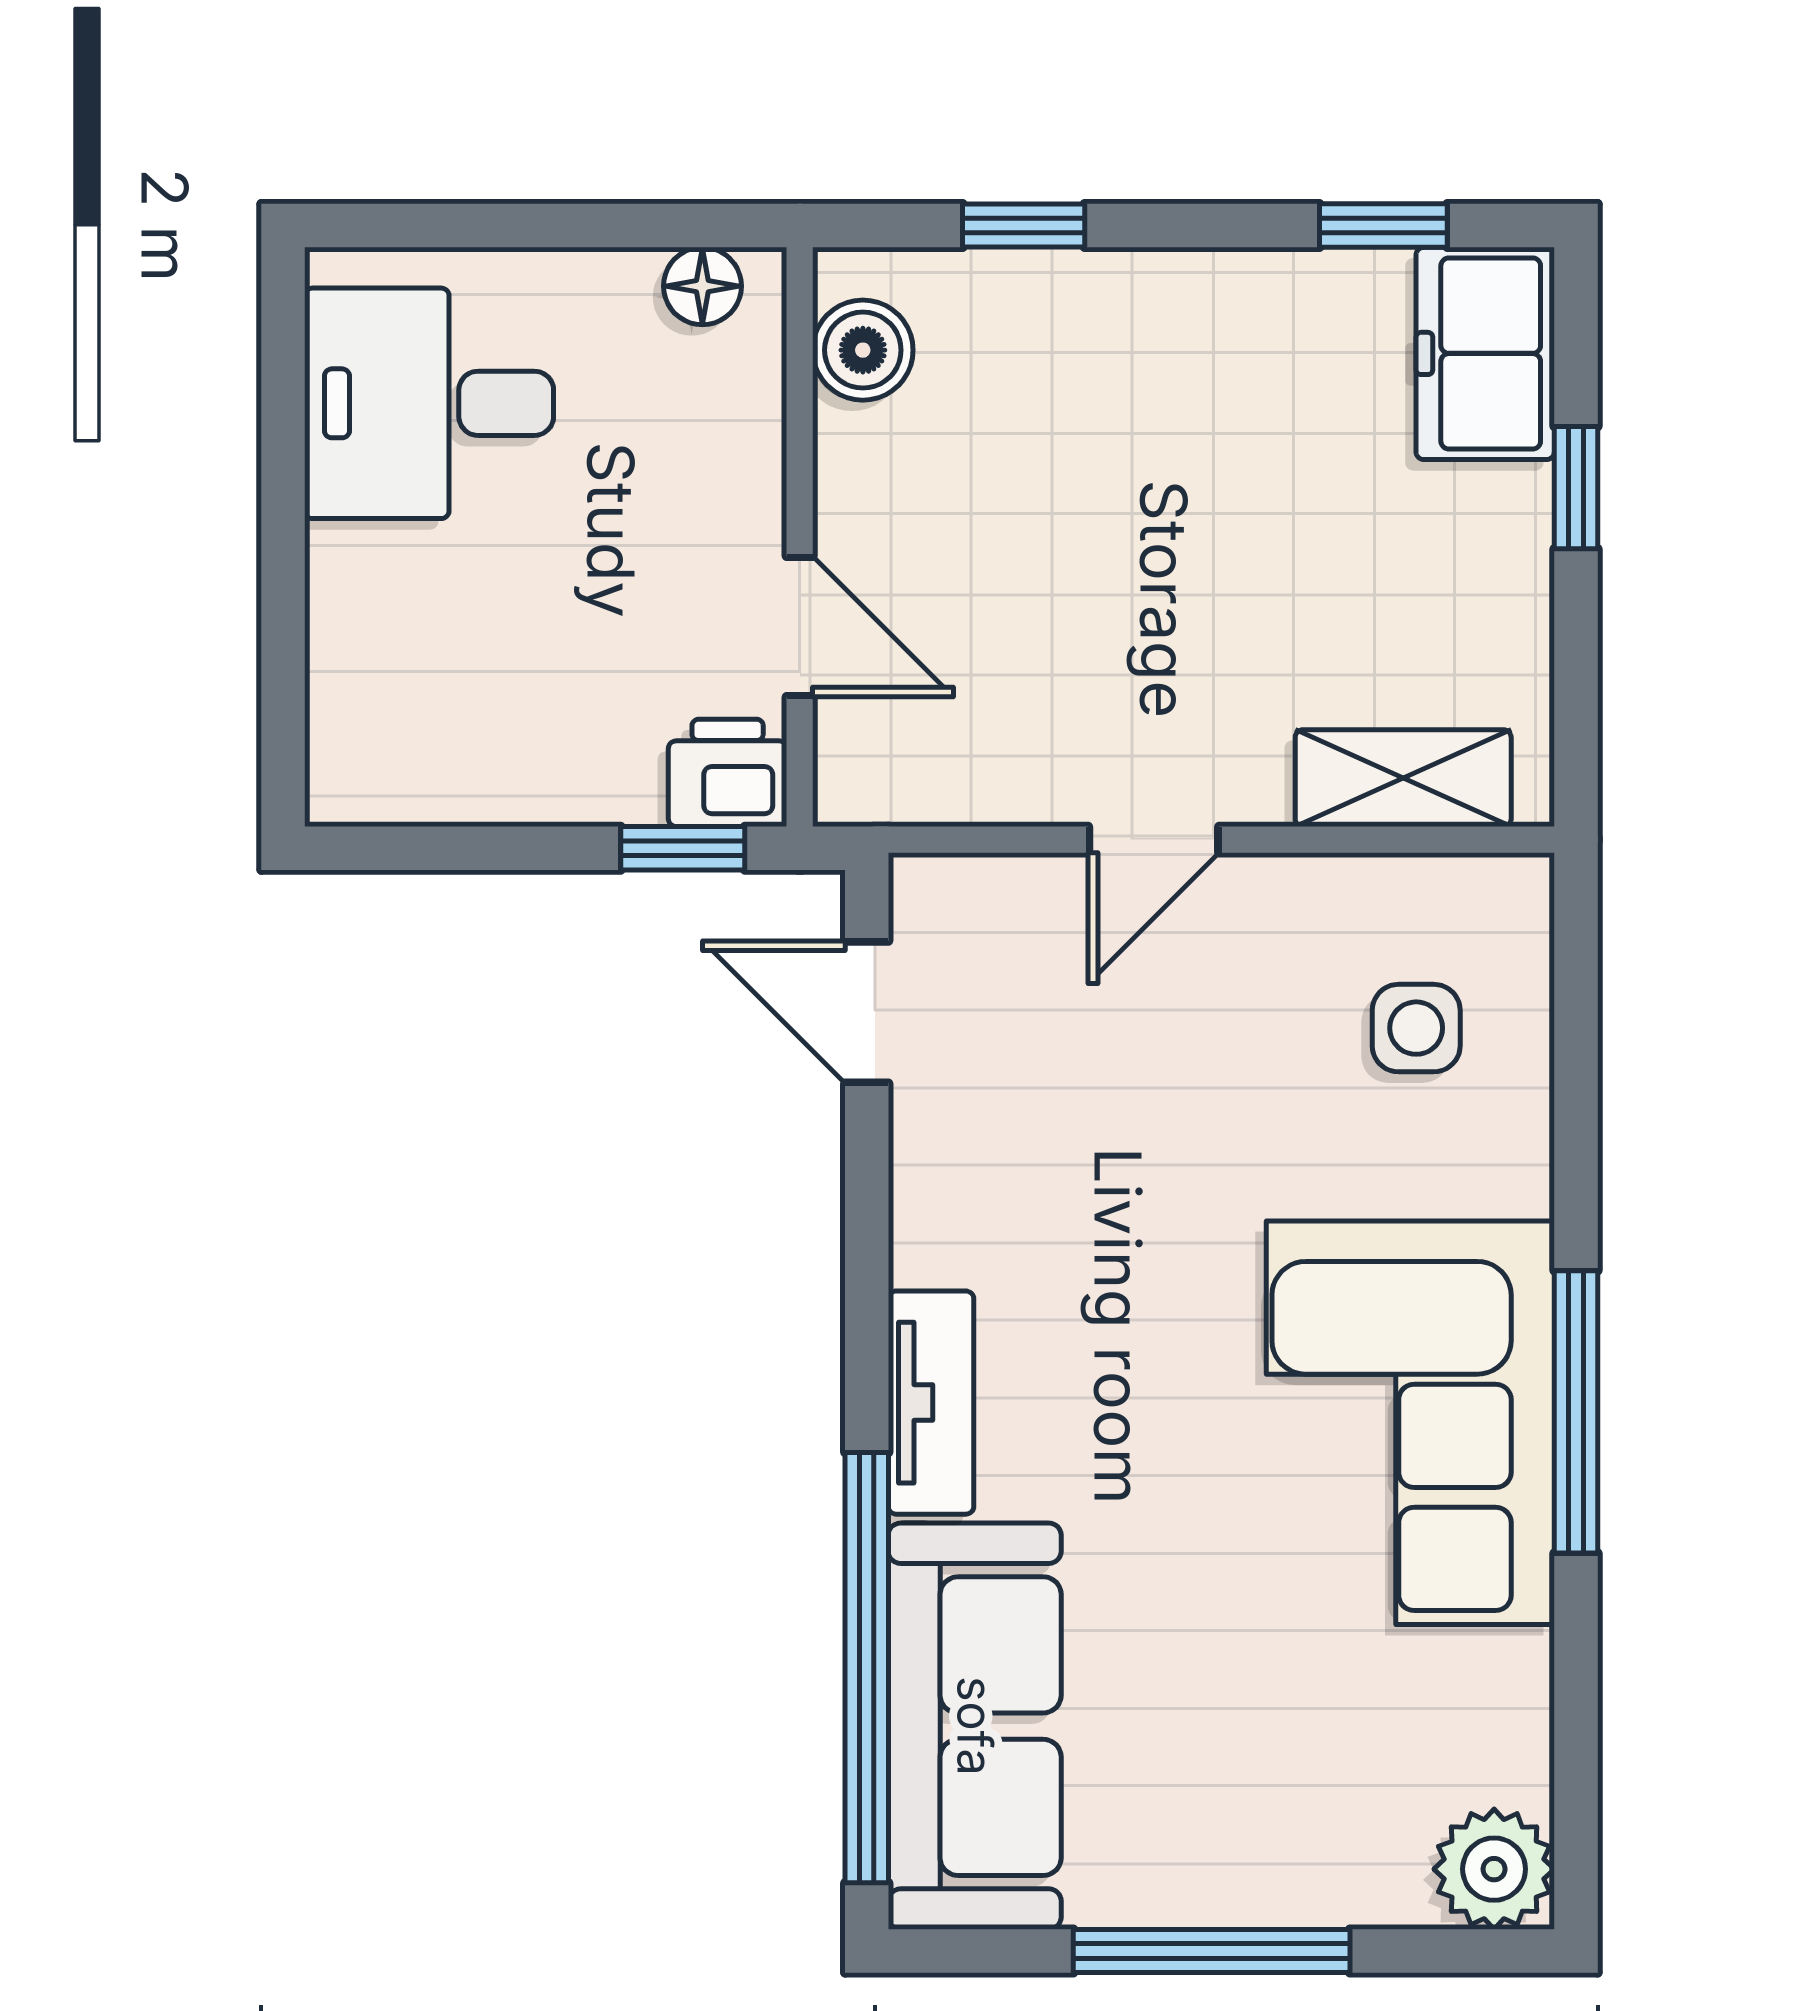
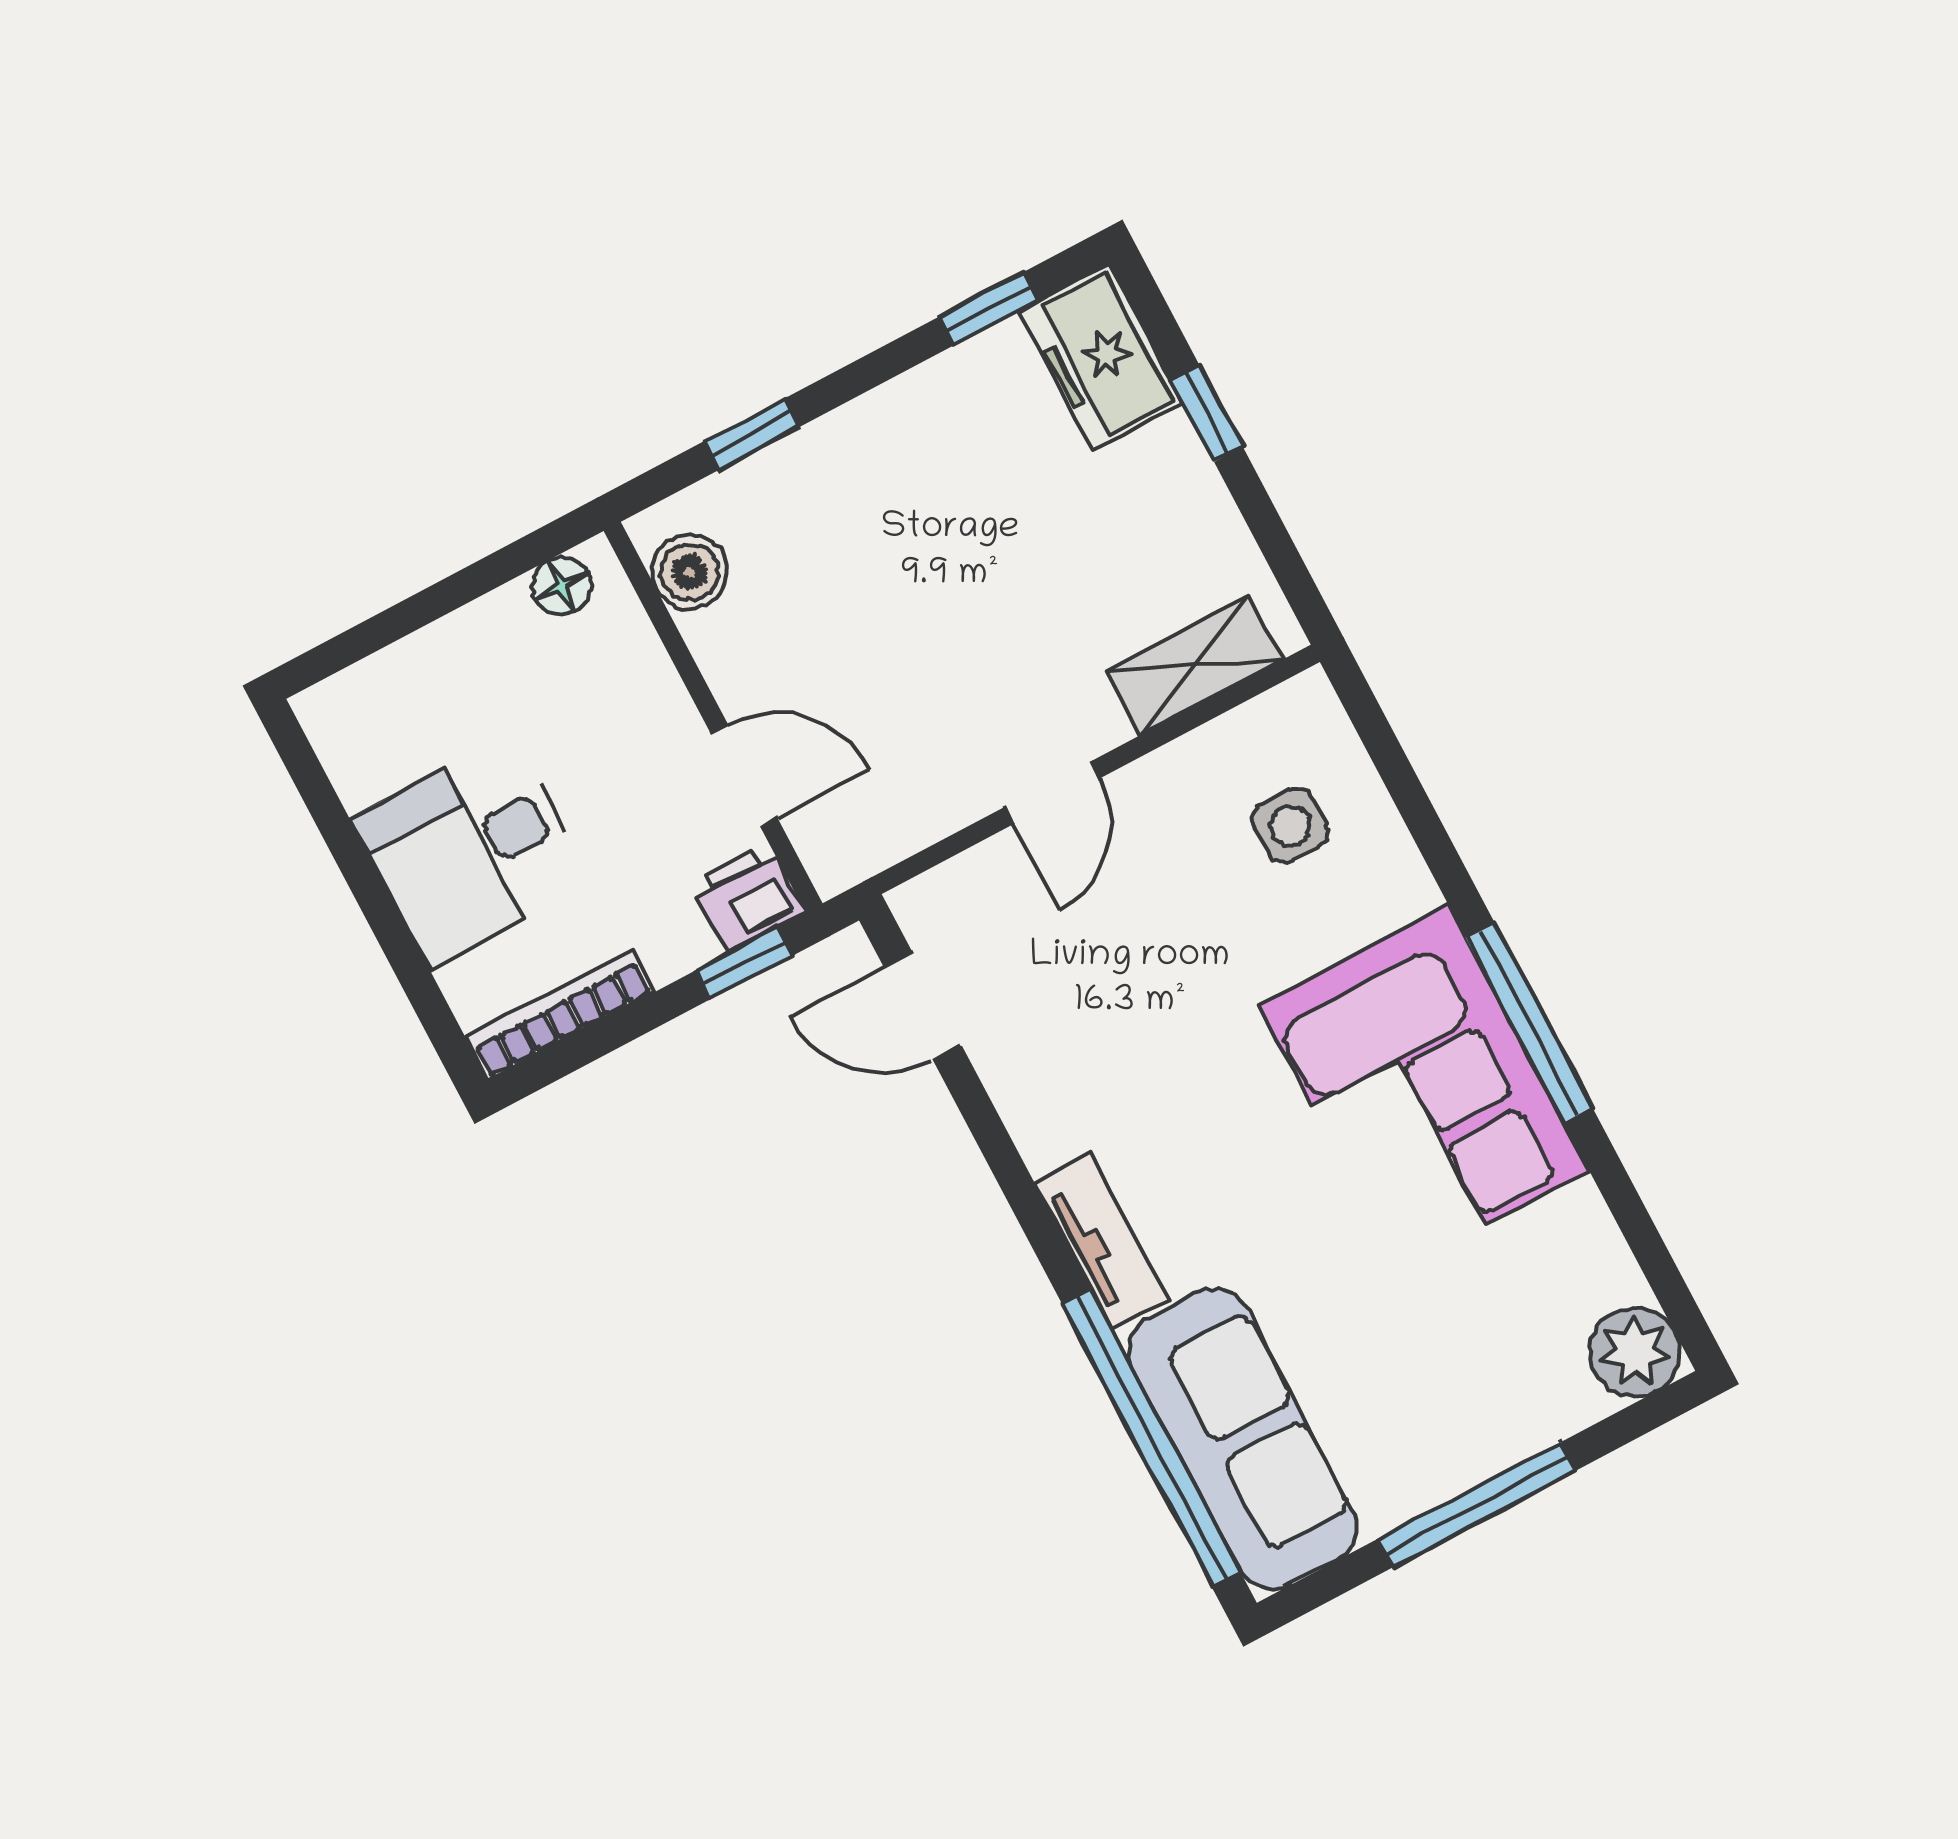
desk: (429, 403) -> (472, 851), moved
bookcase: (432, 794) -> (560, 1015), added

